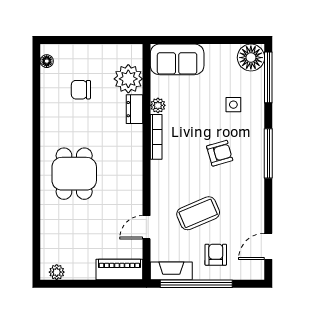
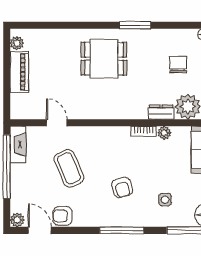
bookcase: (156, 137) -> (144, 131), width x0.64
window: (36, 139) -> (135, 25), added
armchair: (216, 255) -> (62, 216), moved, turned 180
piano: (119, 269) -> (19, 72), moved
plant: (256, 272) -> (17, 220), added

